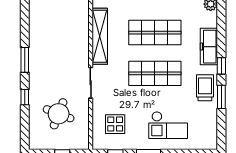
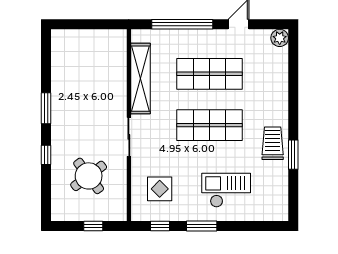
freezer: (209, 47) -> (278, 91), removed
window: (221, 66) -> (293, 116), removed
round table: (59, 114) -> (89, 176), turned 32
checkout: (168, 125) -> (226, 190), turned 180

